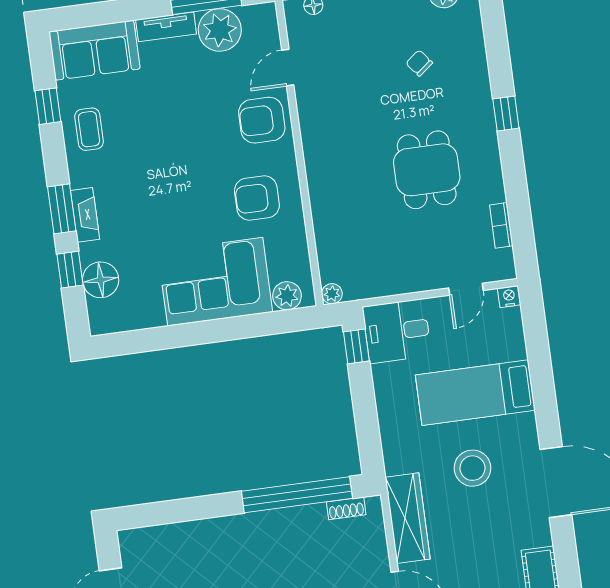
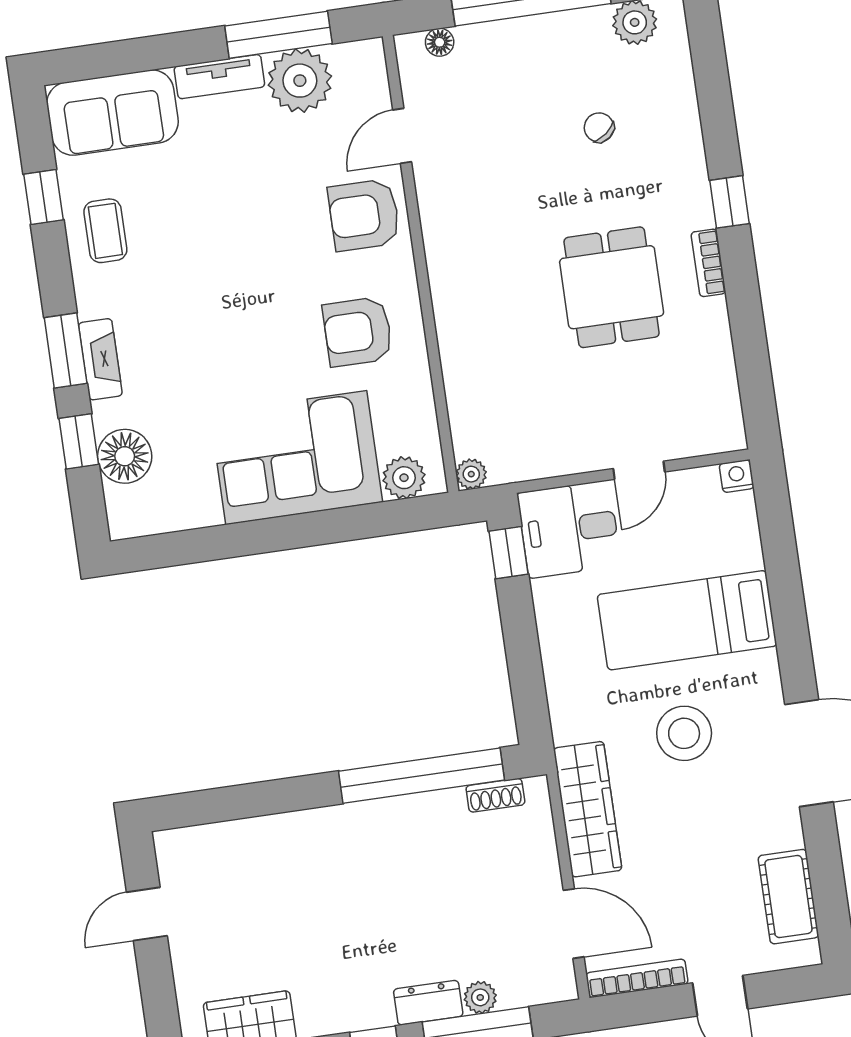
bookcase: (501, 225) -> (708, 263), moved
door: (466, 289) -> (639, 470), moved

